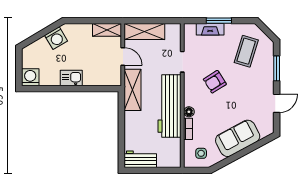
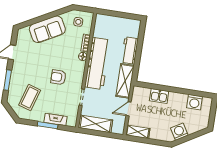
shelving: (144, 32) -> (96, 124), moved
door: (123, 56) -> (129, 109), hinge flipped
washing machine: (30, 77) -> (195, 102), moved
kitchen sink: (71, 78) -> (159, 96), moved
armchair: (215, 82) -> (58, 77), turned -148
workbench: (140, 159) -> (130, 51), moved, turned 90

